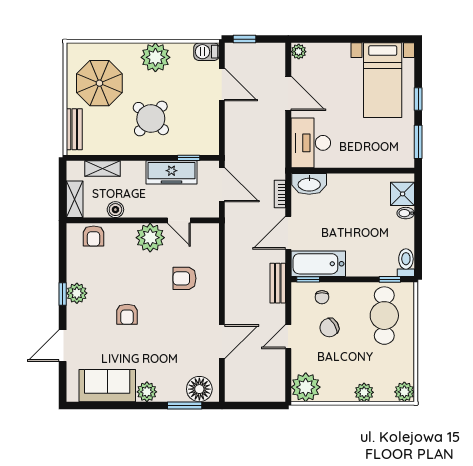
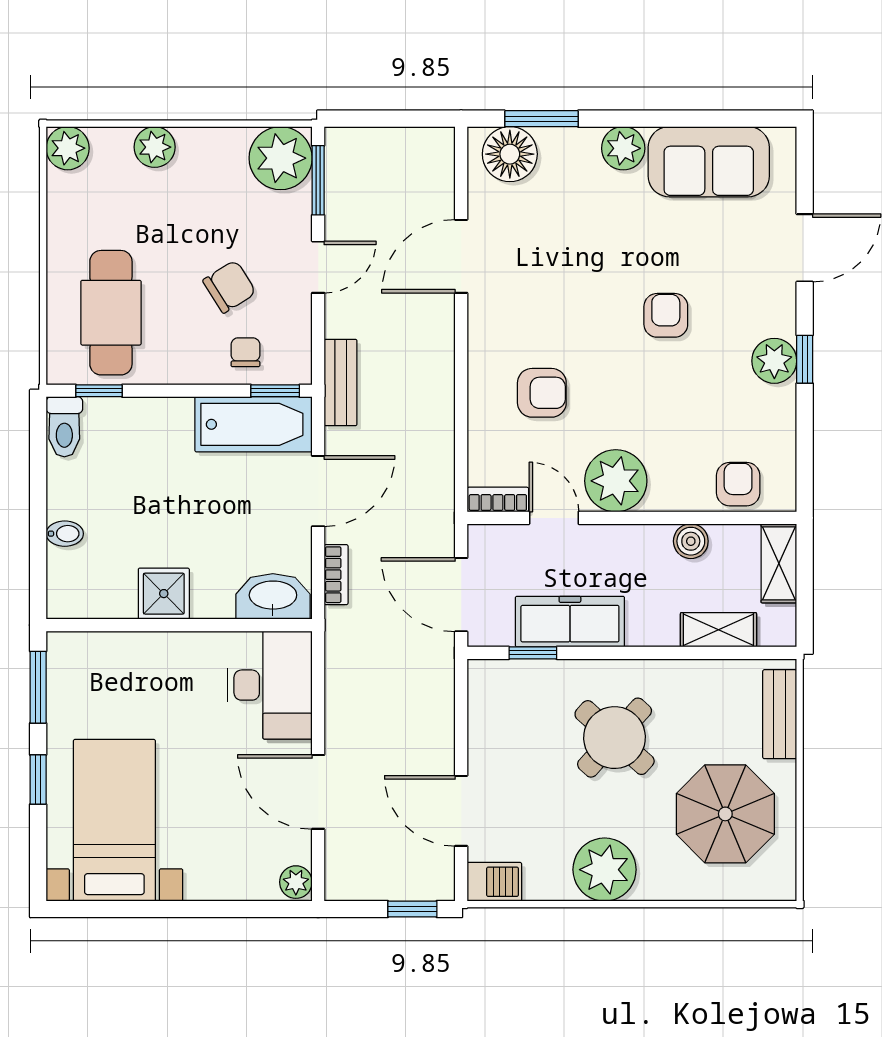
shower: (403, 194) -> (164, 594), moved
bookcase: (205, 229) -> (498, 500), added
window: (288, 377) -> (318, 180), added

